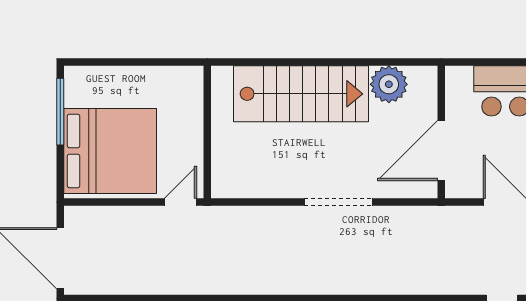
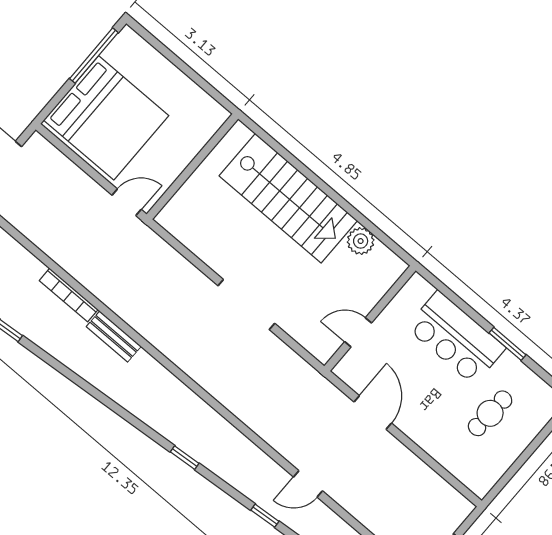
plant: (389, 84) -> (361, 241), width x0.73, depth x0.73
door: (441, 150) -> (358, 332), width x0.53

